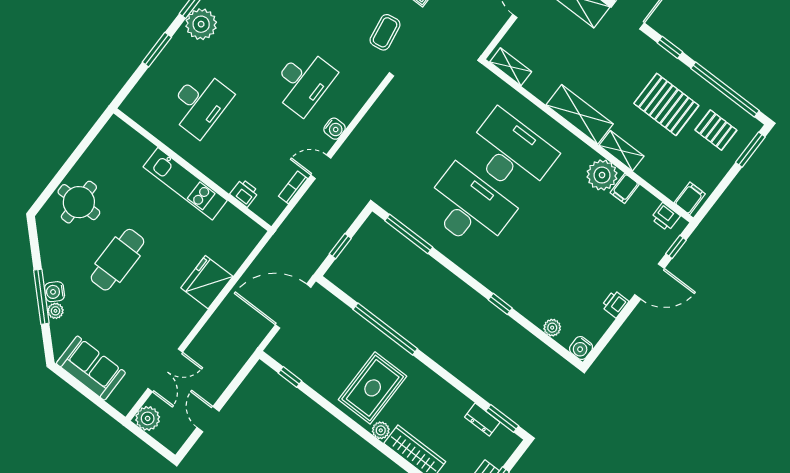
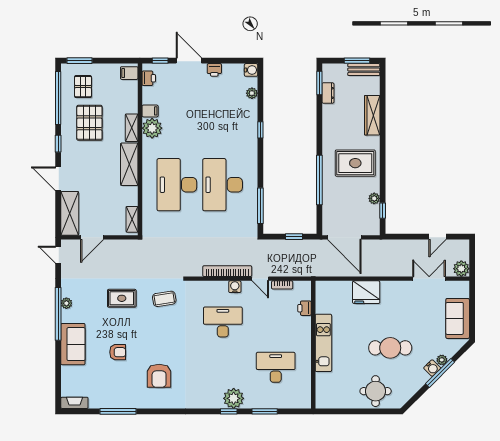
bookcase: (360, 134) -> (227, 271), added
plant: (381, 430) -> (374, 198), moved

